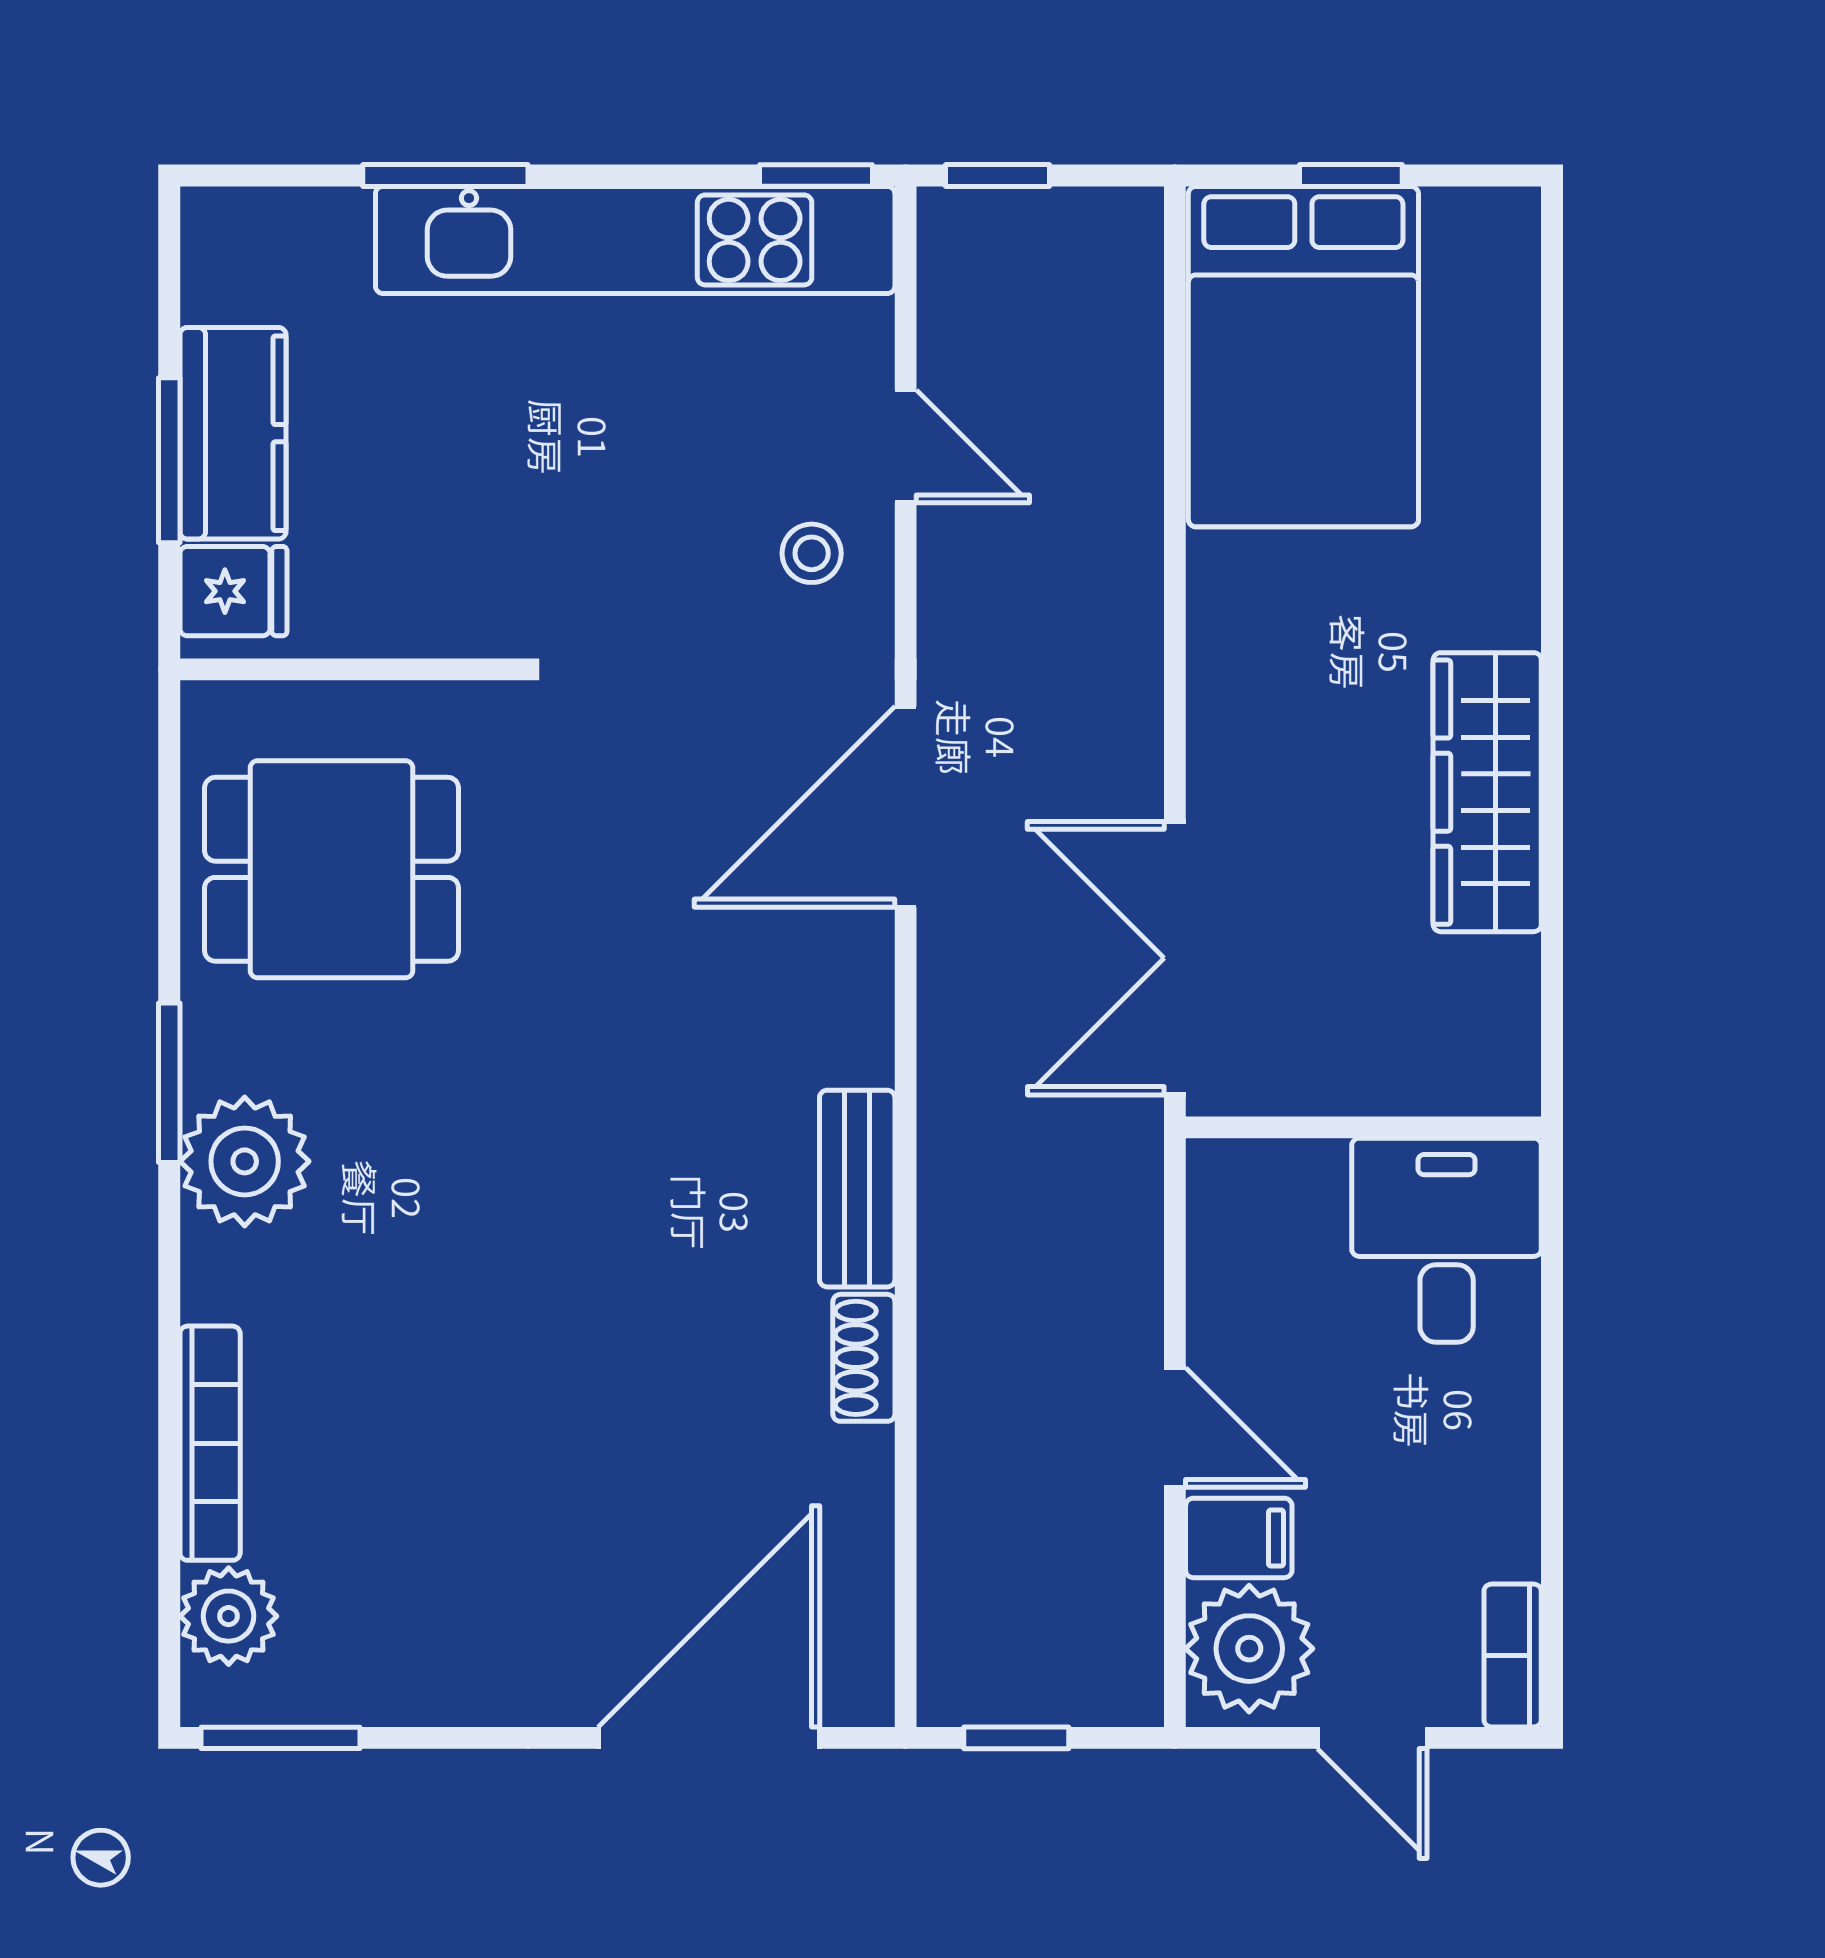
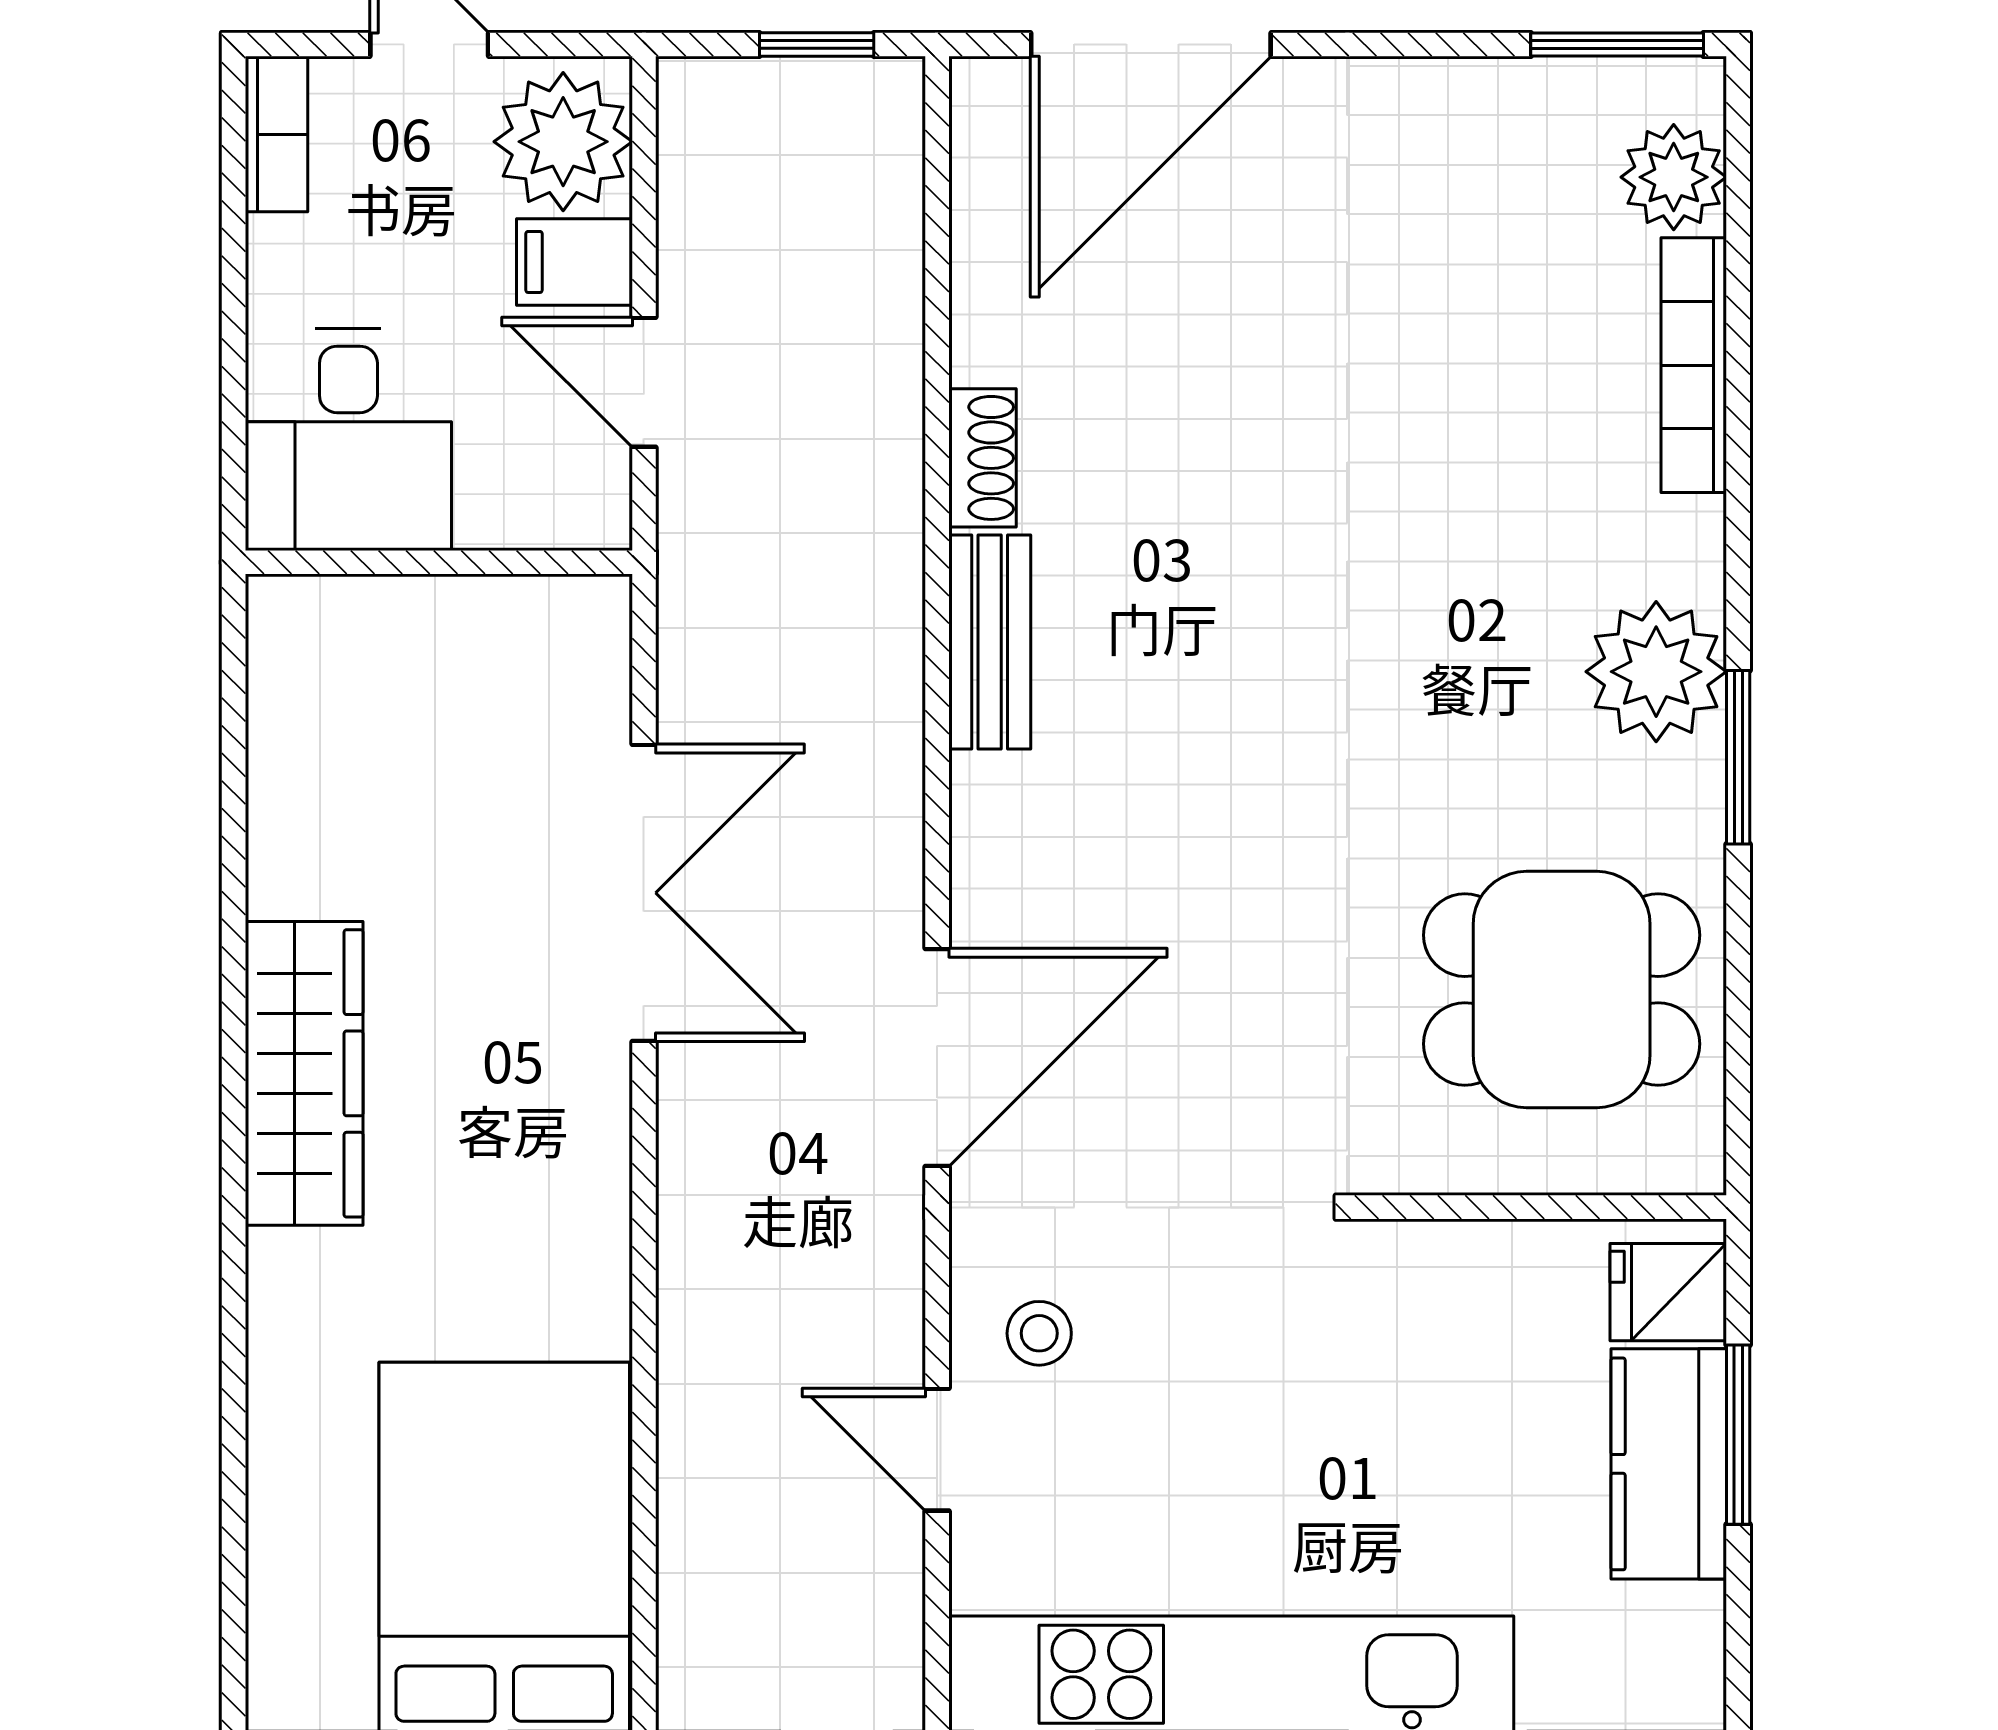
wall: (1363, 1127) -> (439, 562), moved
desk: (1447, 1240) -> (348, 439), moved

